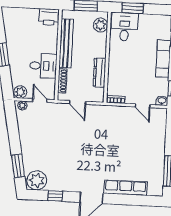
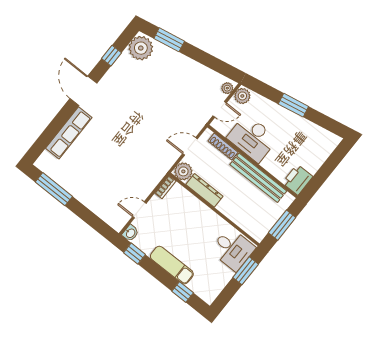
plant: (101, 25) -> (183, 171), moved
desk: (43, 66) -> (252, 138), width x1.37

